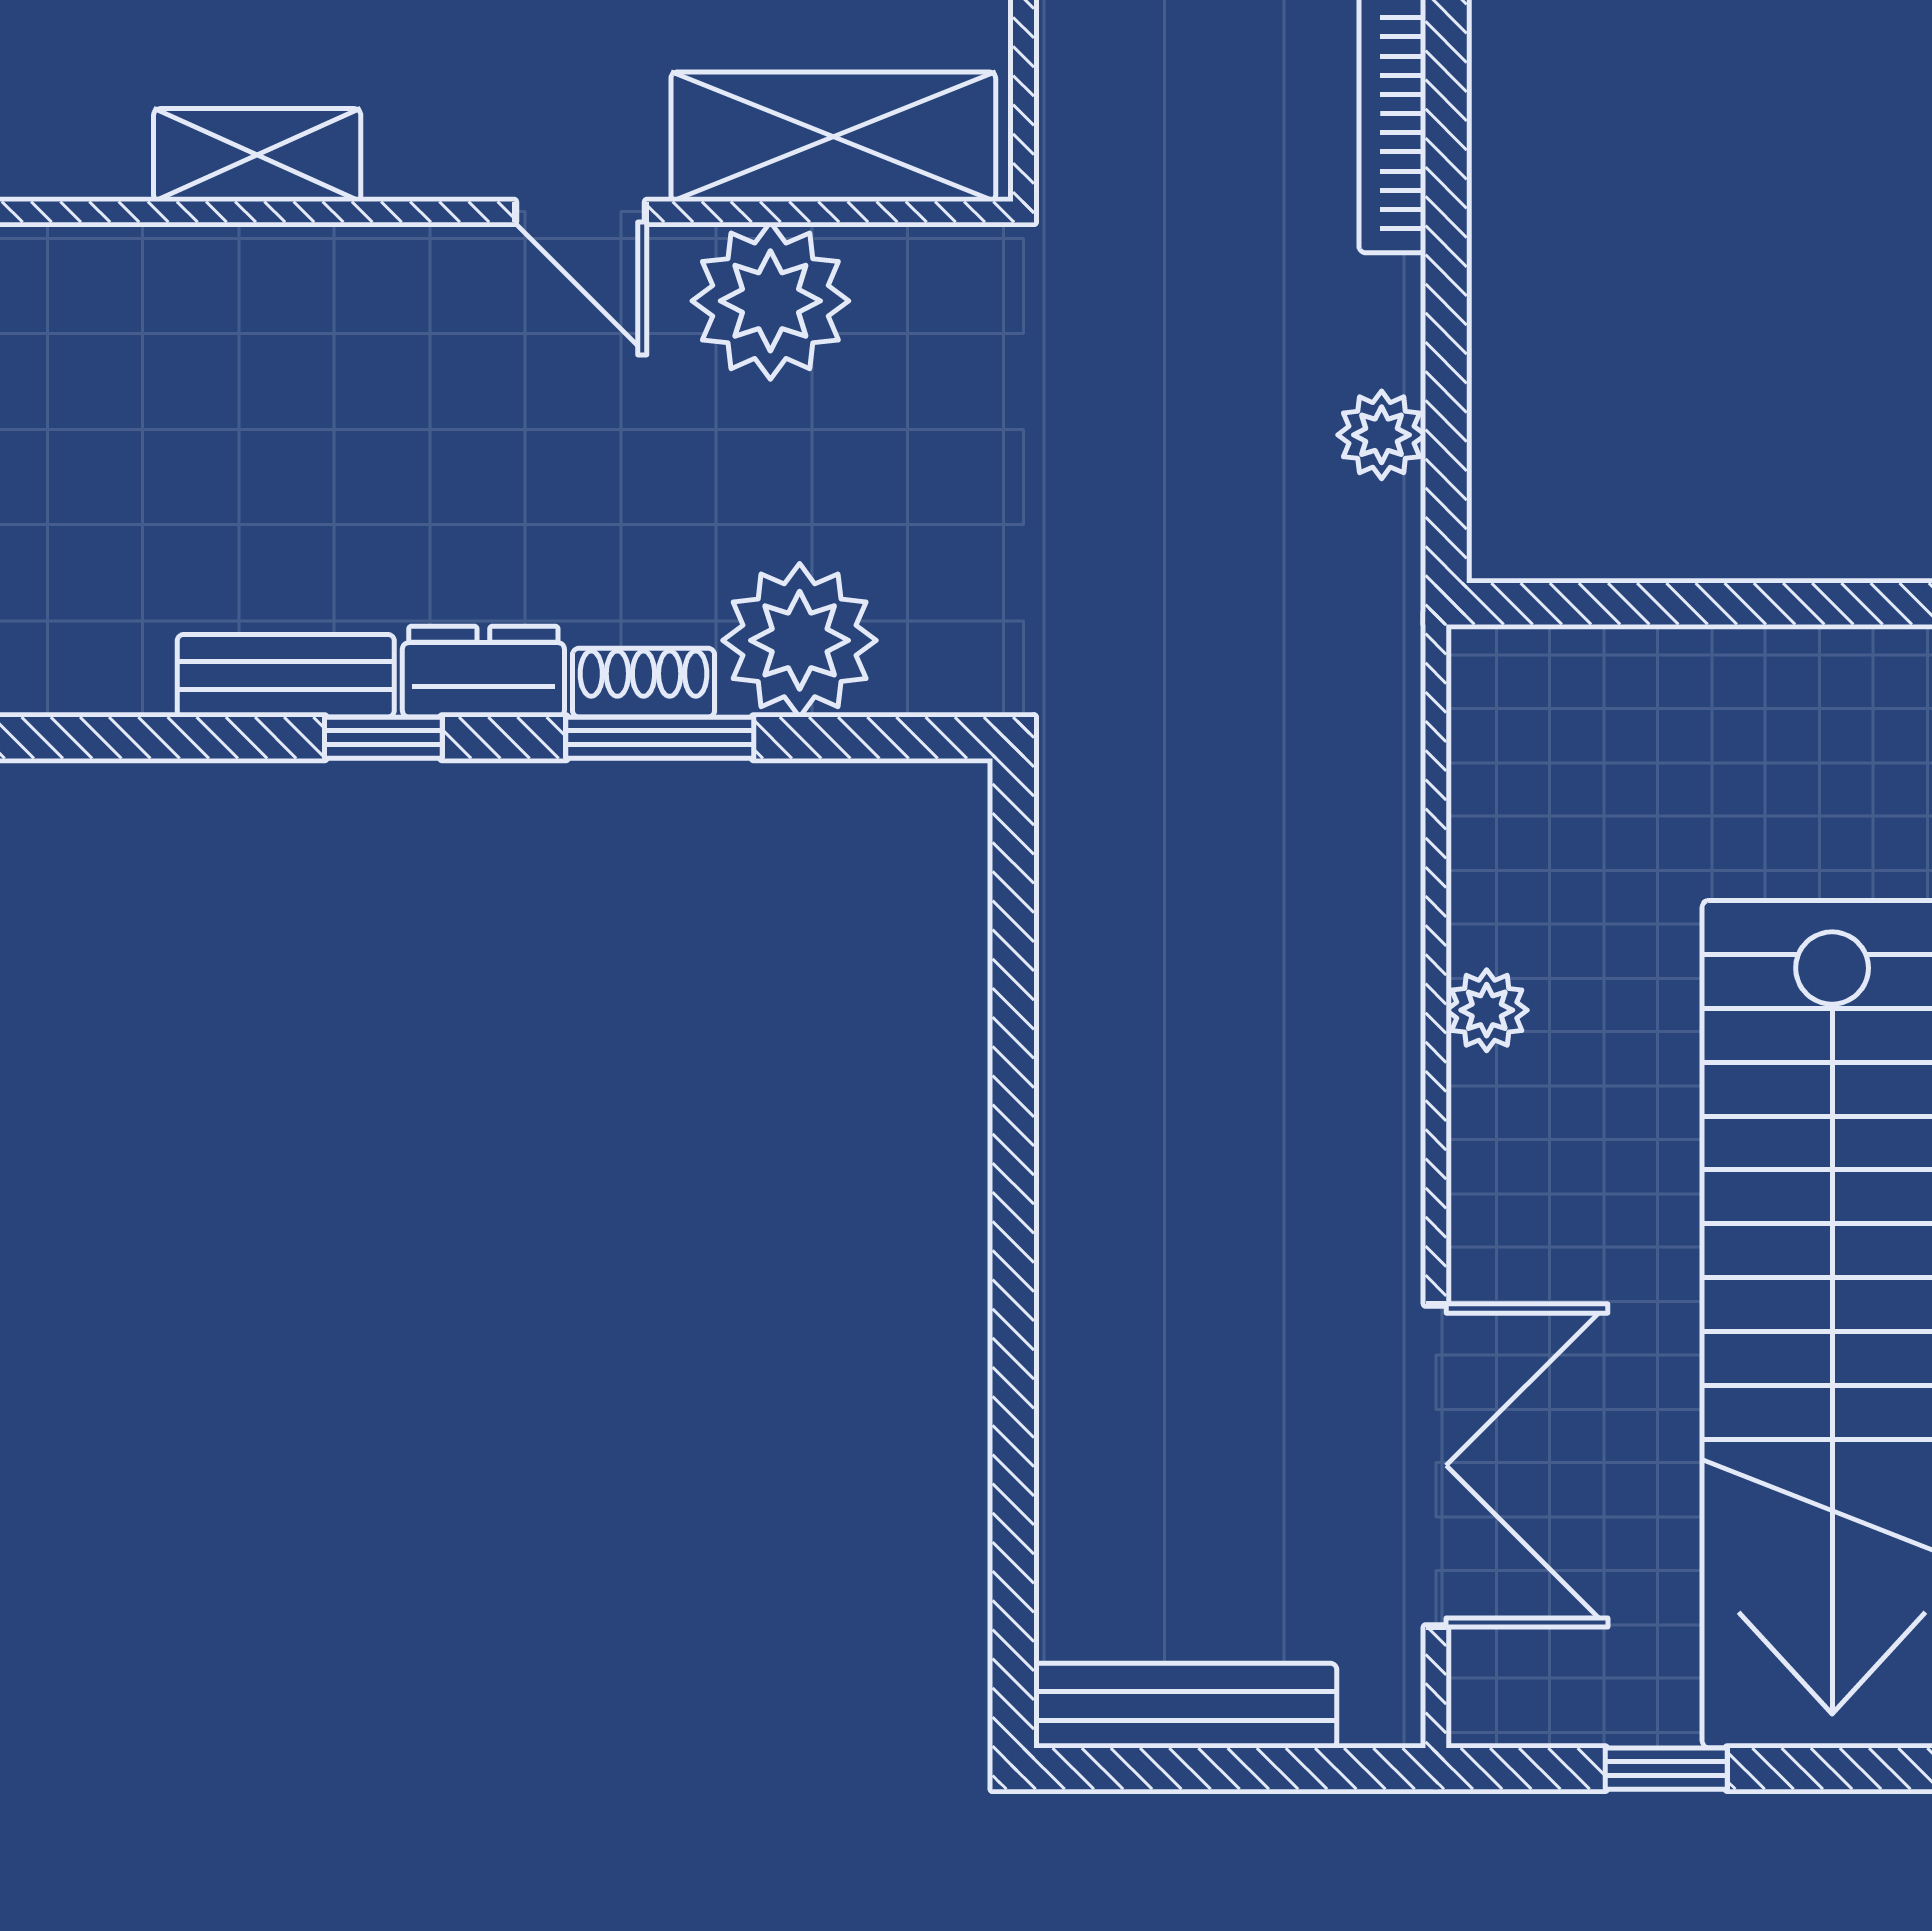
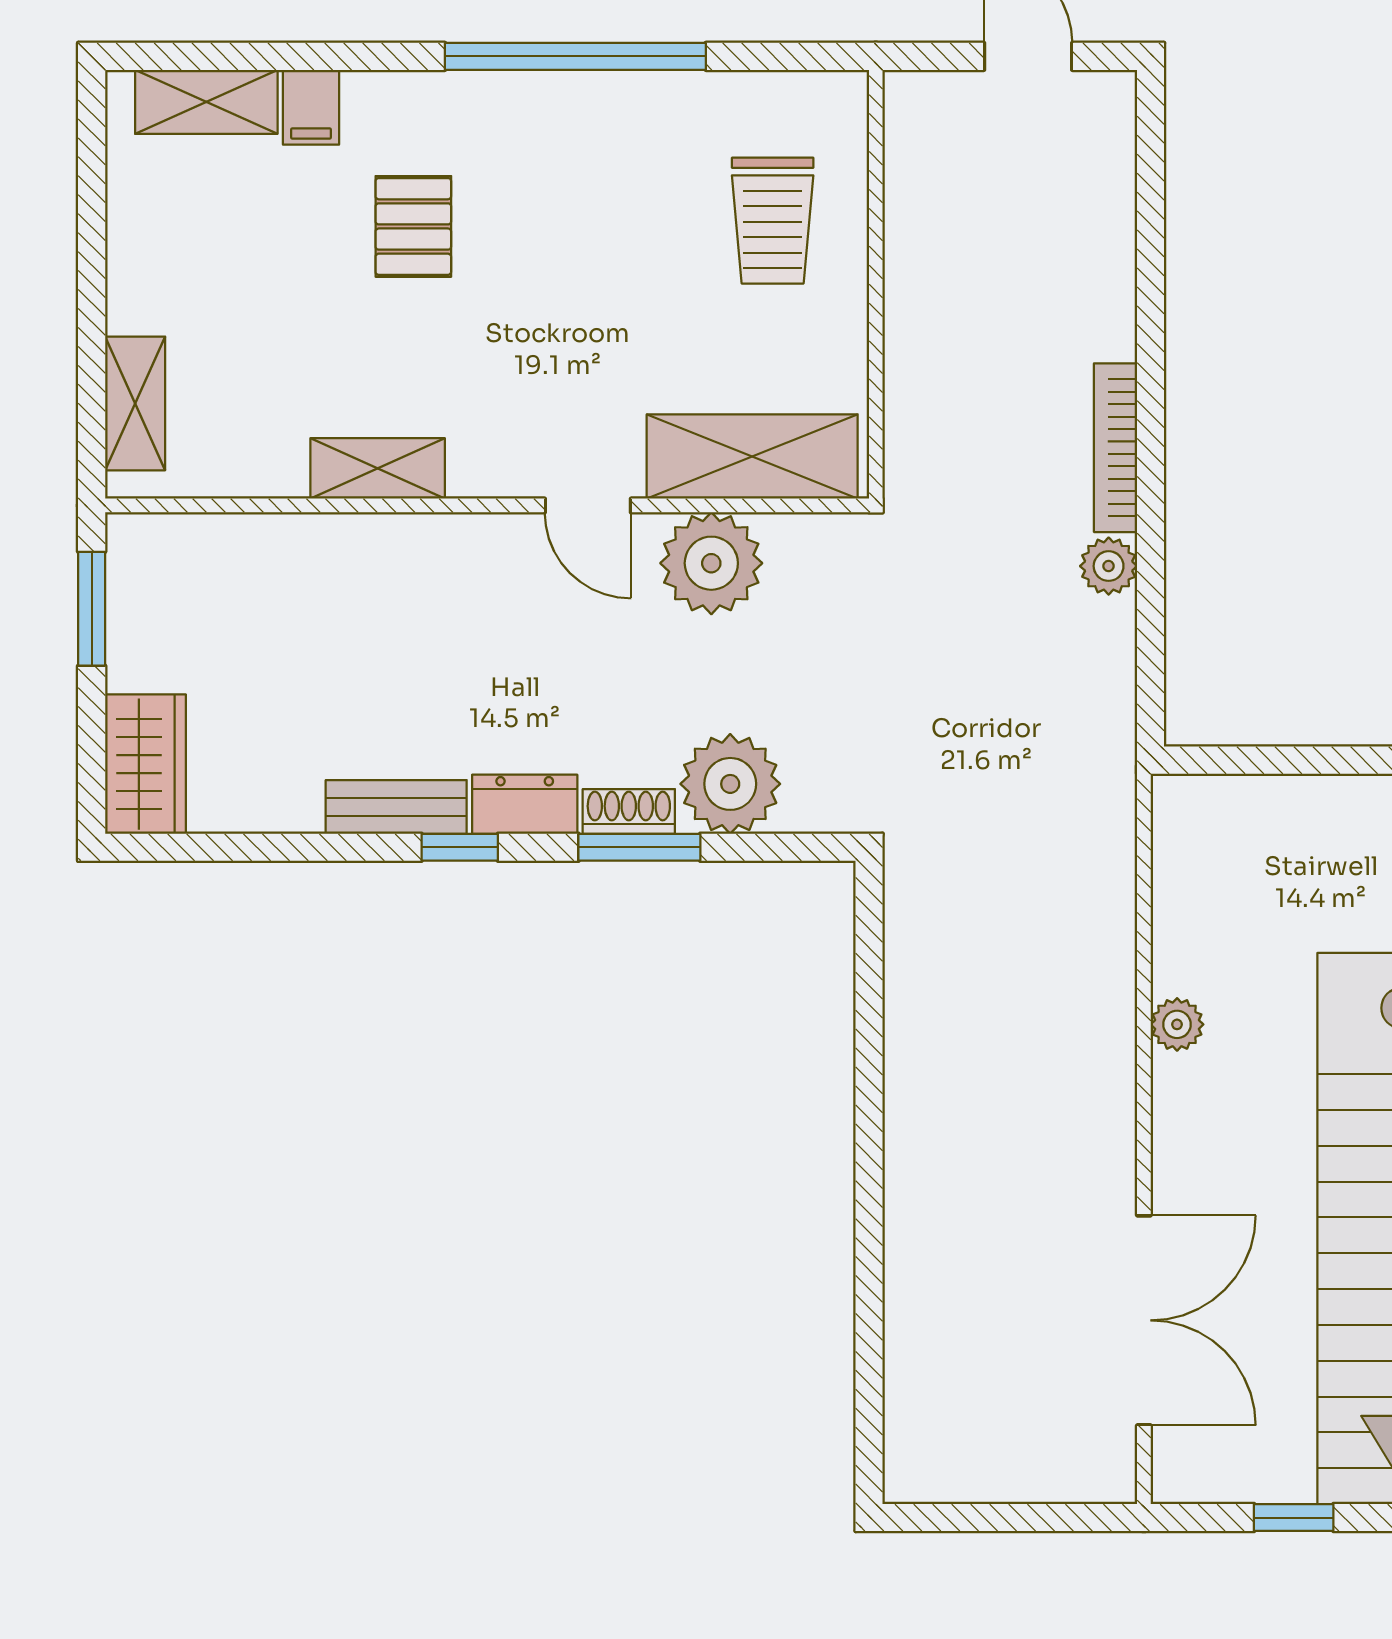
plant: (1382, 435) -> (1109, 566), moved
bench: (1185, 1706) -> (981, 1477), removed

